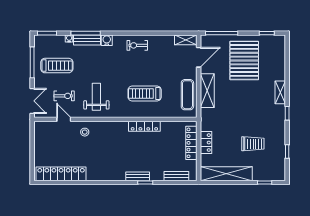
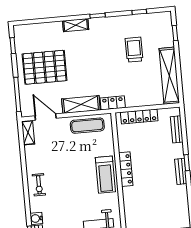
treadmill: (145, 93) -> (105, 175), moved
locker: (206, 143) -> (113, 103), moved

